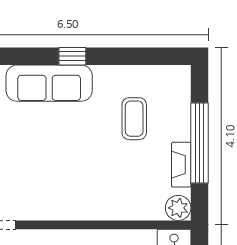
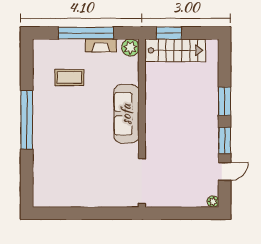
window: (72, 56) -> (27, 120), width x3.17
sofa: (49, 83) -> (126, 114), moved, turned 180

